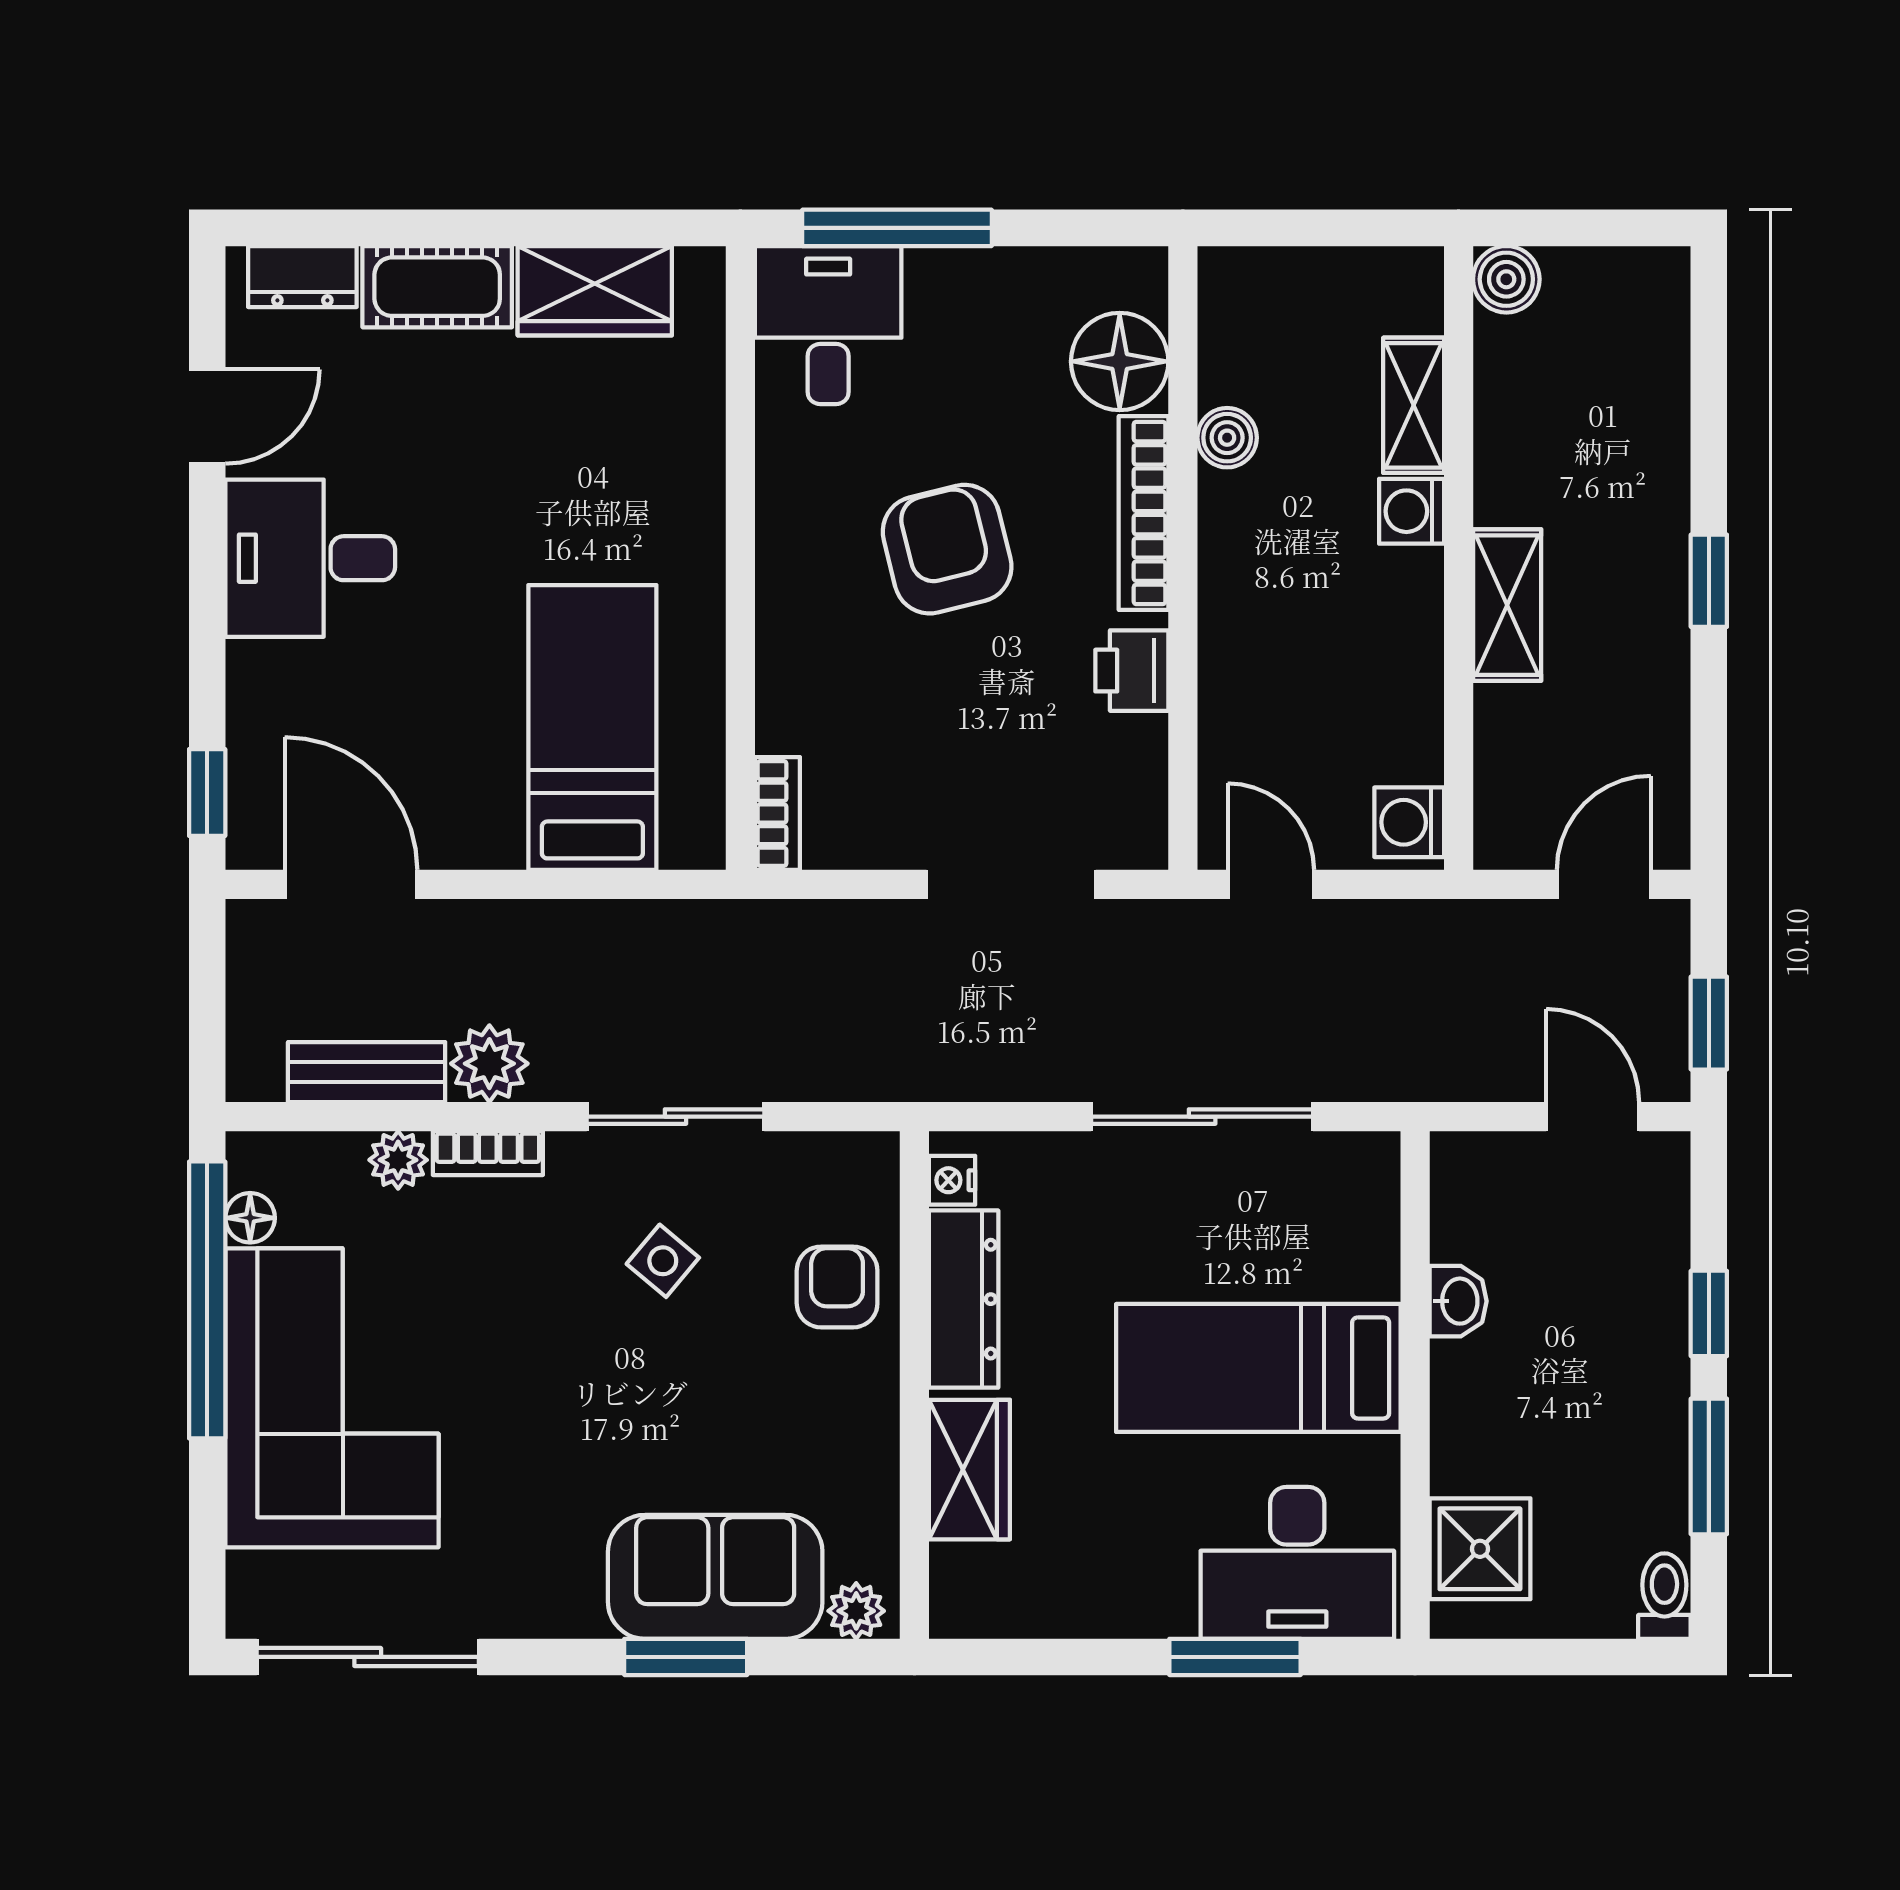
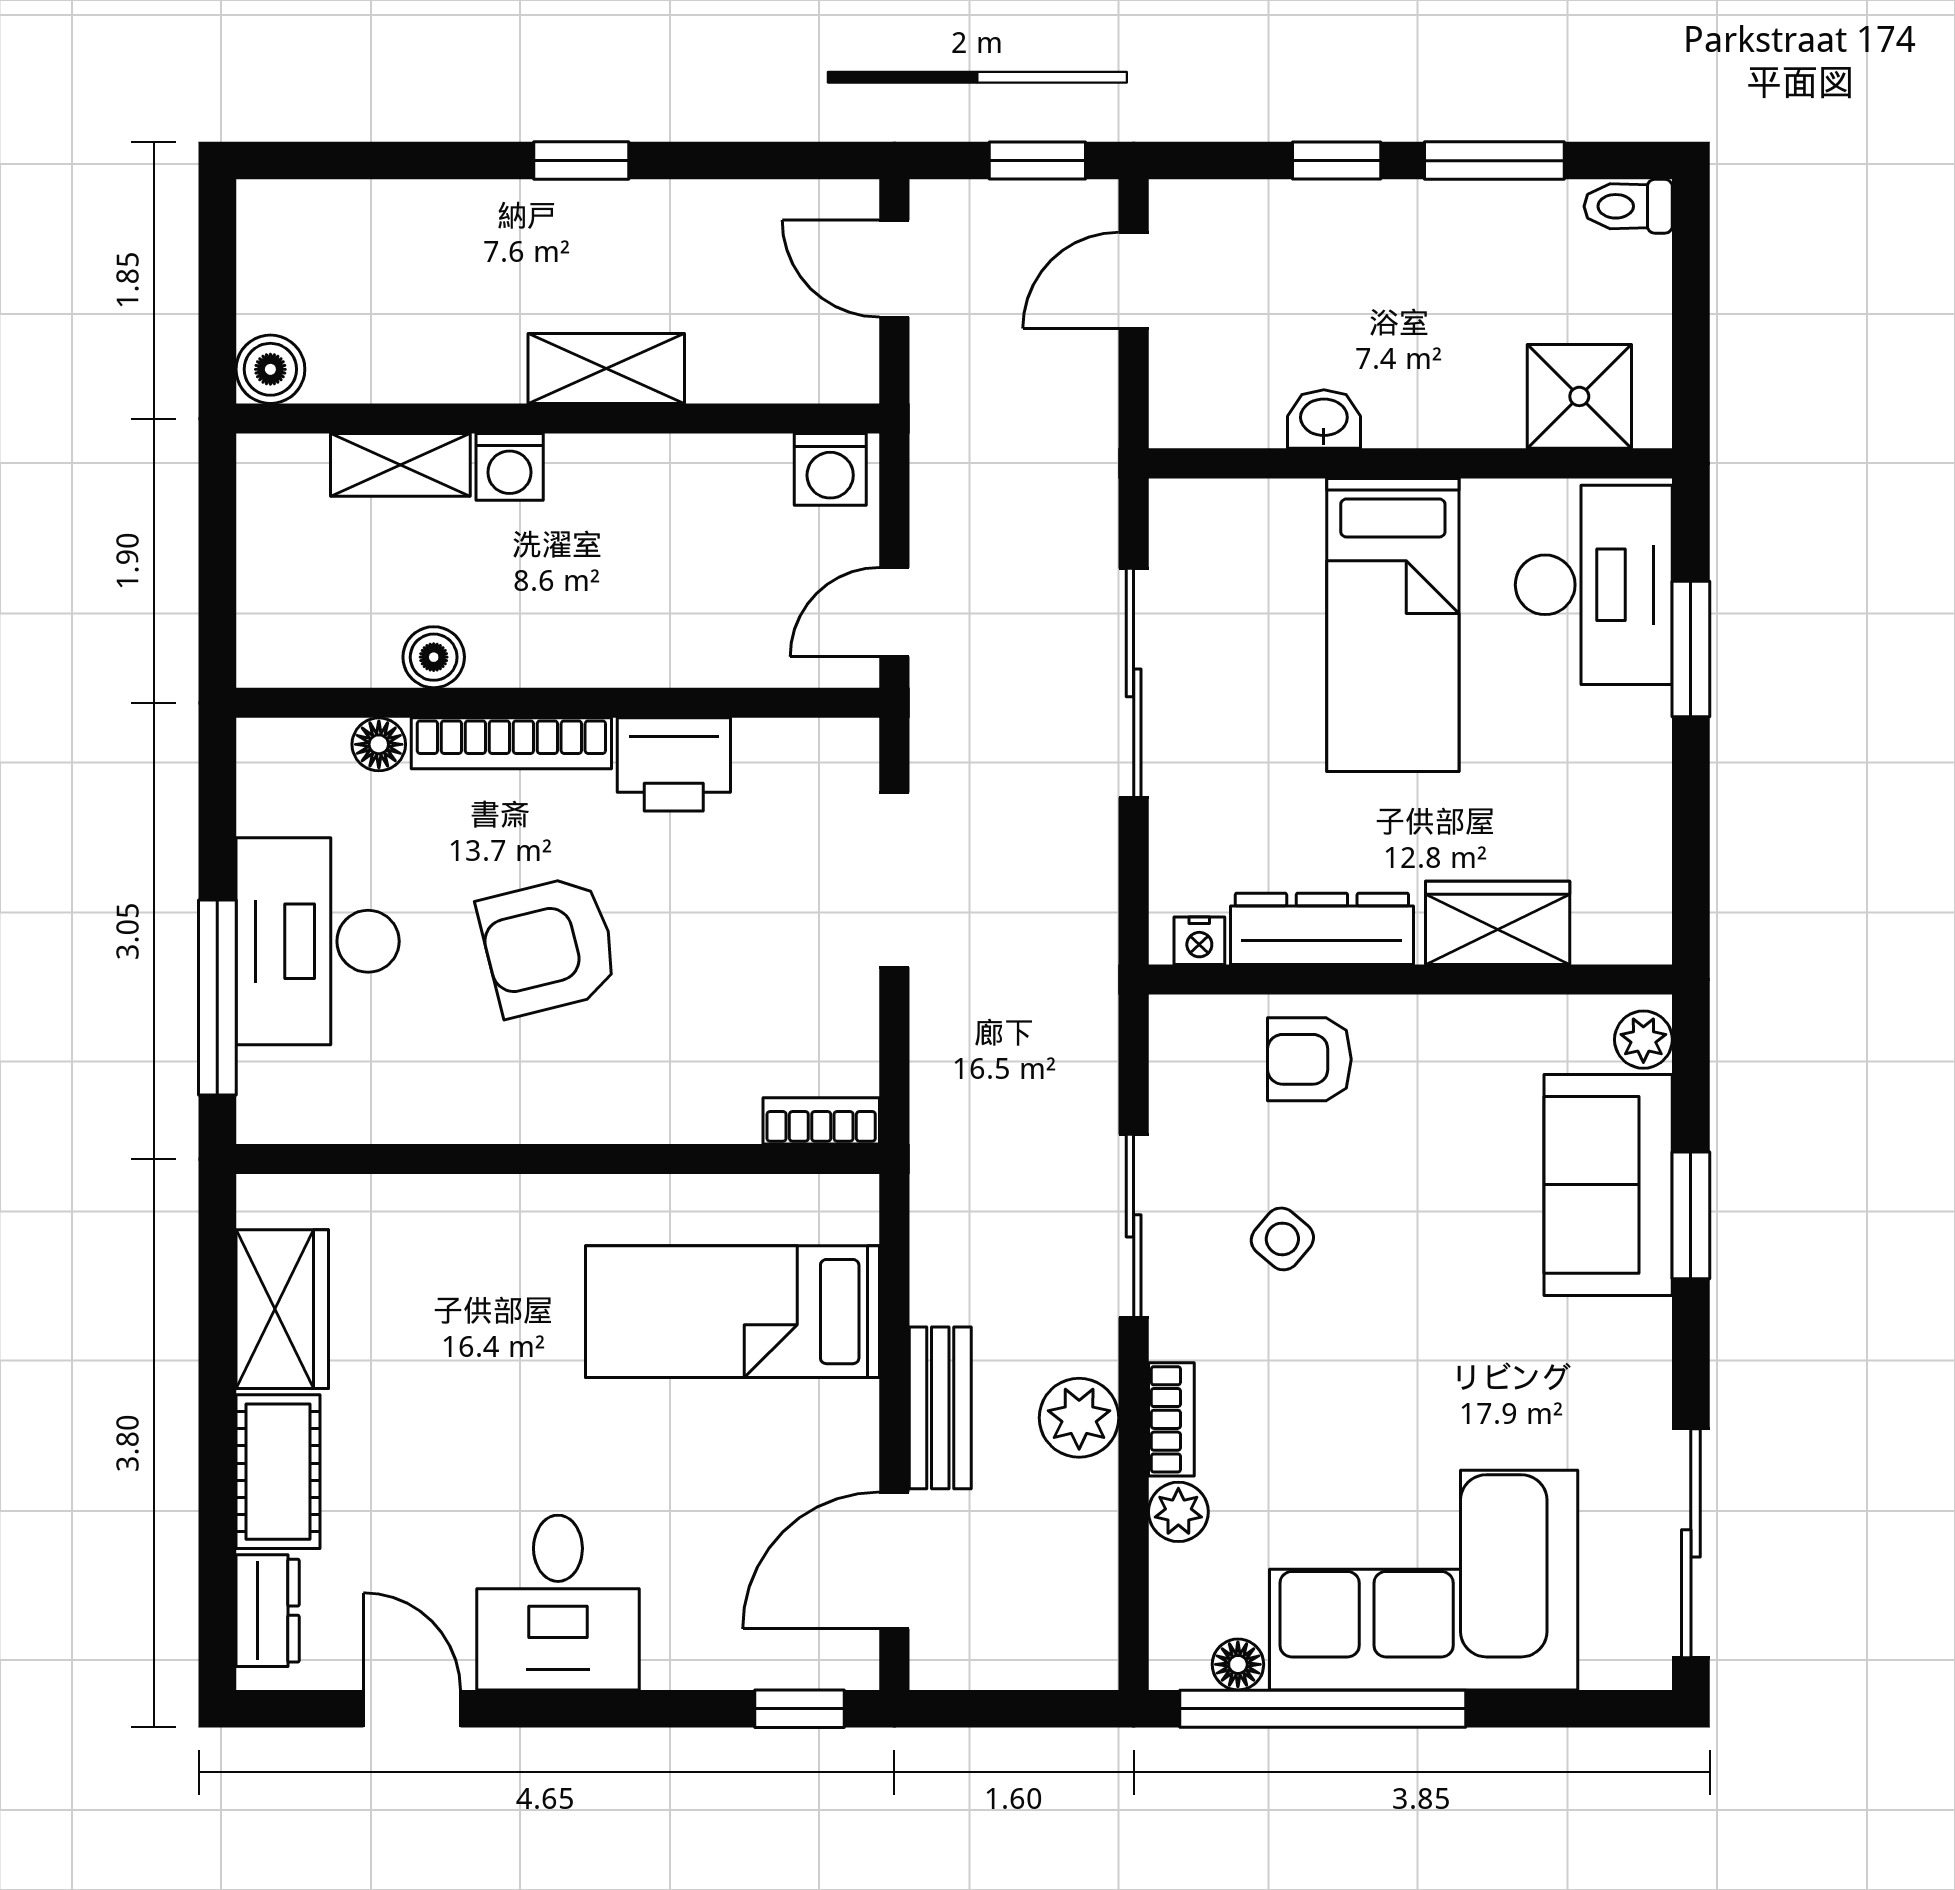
desk: (828, 325) -> (318, 941), moved, width x1.37
floor lamp: (1120, 361) -> (379, 744), width x0.53, depth x0.53
printer: (1132, 671) -> (674, 764), width x1.36, depth x1.24
bench: (367, 1072) -> (940, 1408), moved

